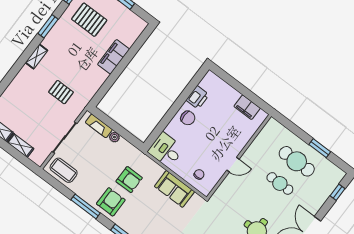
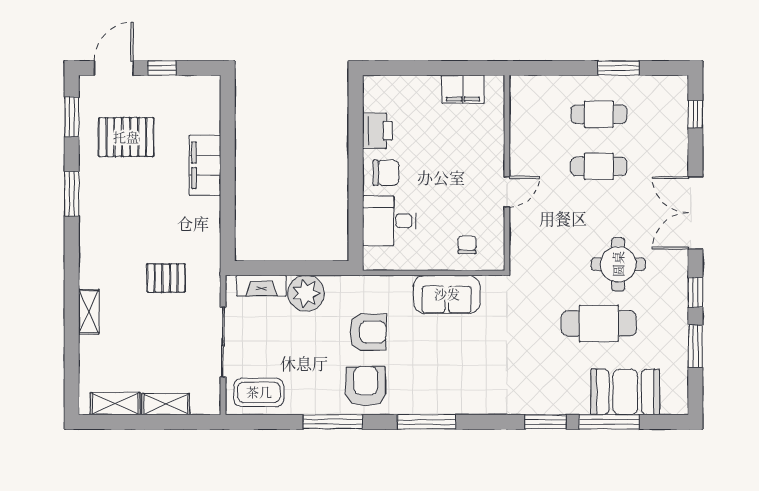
shelving: (36, 56) -> (89, 312), moved
plant: (114, 137) -> (306, 293), width x1.87, depth x1.87
desk: (166, 150) -> (389, 221), moved
cafe table: (297, 161) -> (599, 114), width x0.73, depth x0.74

